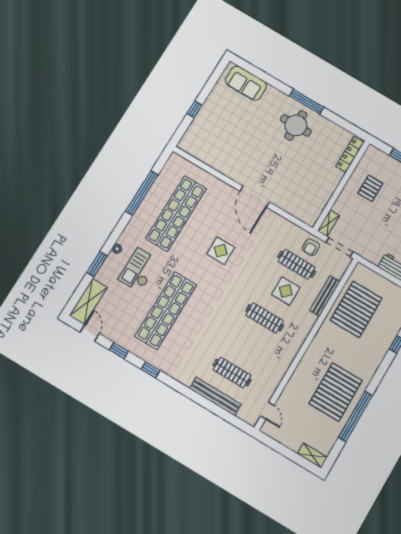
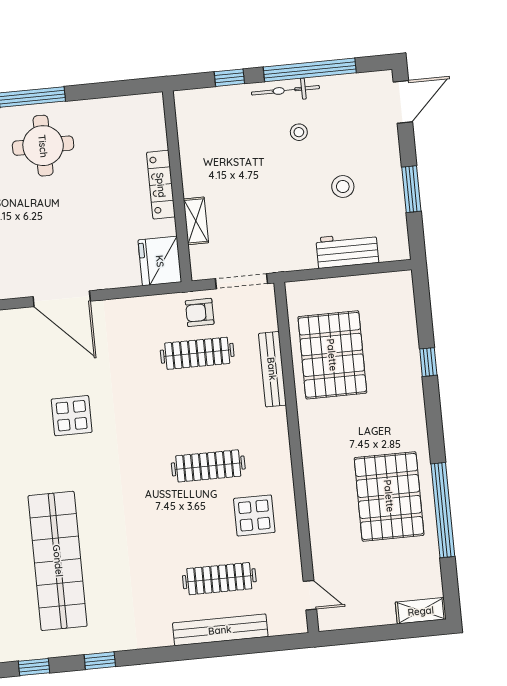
locker: (350, 154) -> (161, 185), moved
pallet: (370, 188) -> (223, 159), removed
fridge: (310, 212) -> (160, 261), added
shelving: (329, 223) -> (196, 221), moved
armchair: (311, 247) -> (200, 312), turned 90
display table: (286, 291) -> (254, 515), moved

